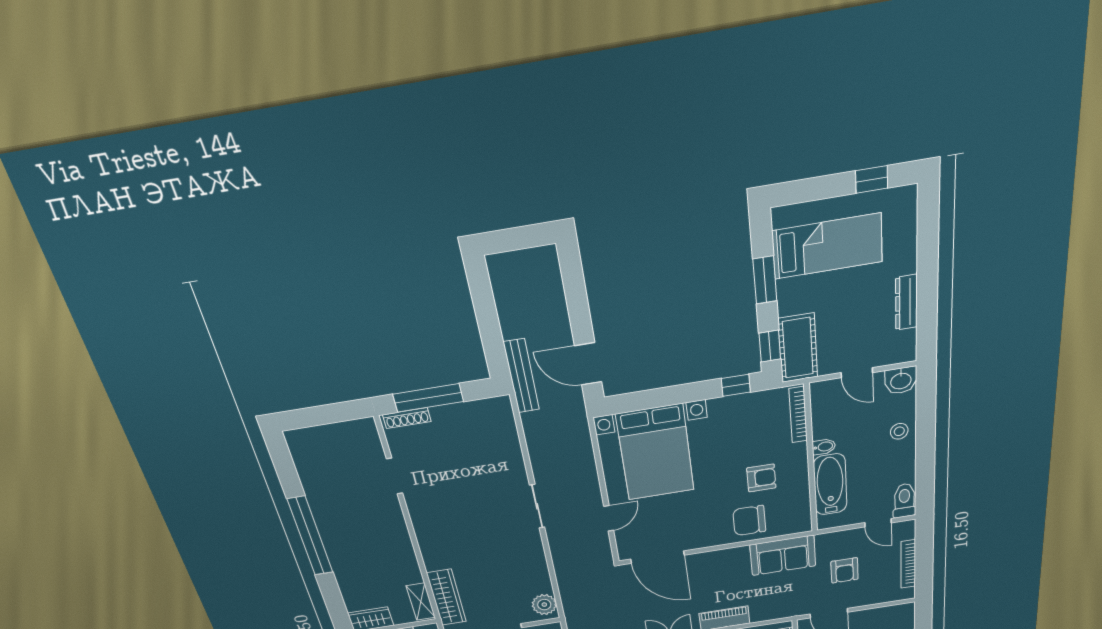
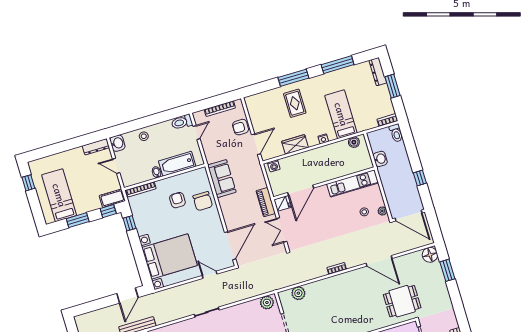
dresser: (906, 302) -> (96, 147), moved
cot: (798, 348) -> (112, 198), width x0.73, depth x0.75
door: (857, 373) -> (116, 166), swing flipped
armchair: (845, 570) -> (241, 127), moved, turned 180

